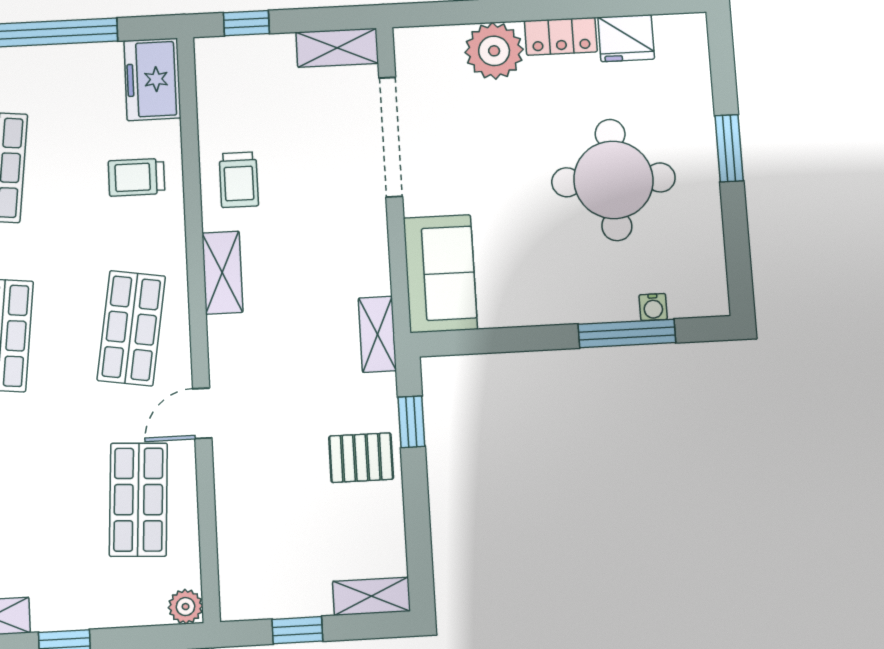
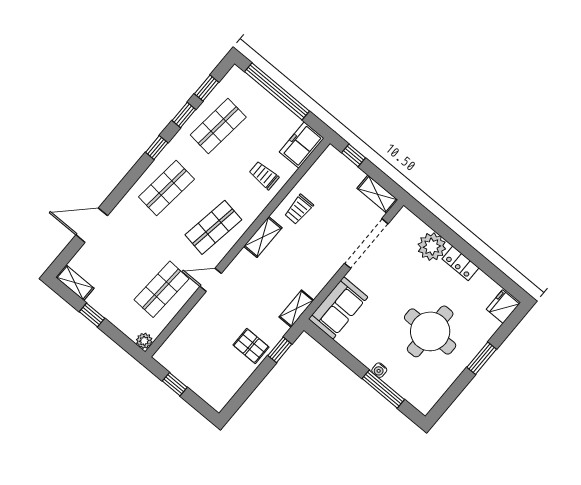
fridge: (626, 38) -> (503, 307), moved, turned 90
water cooler: (653, 307) -> (379, 370), moved
shelving: (371, 596) -> (211, 396), removed

